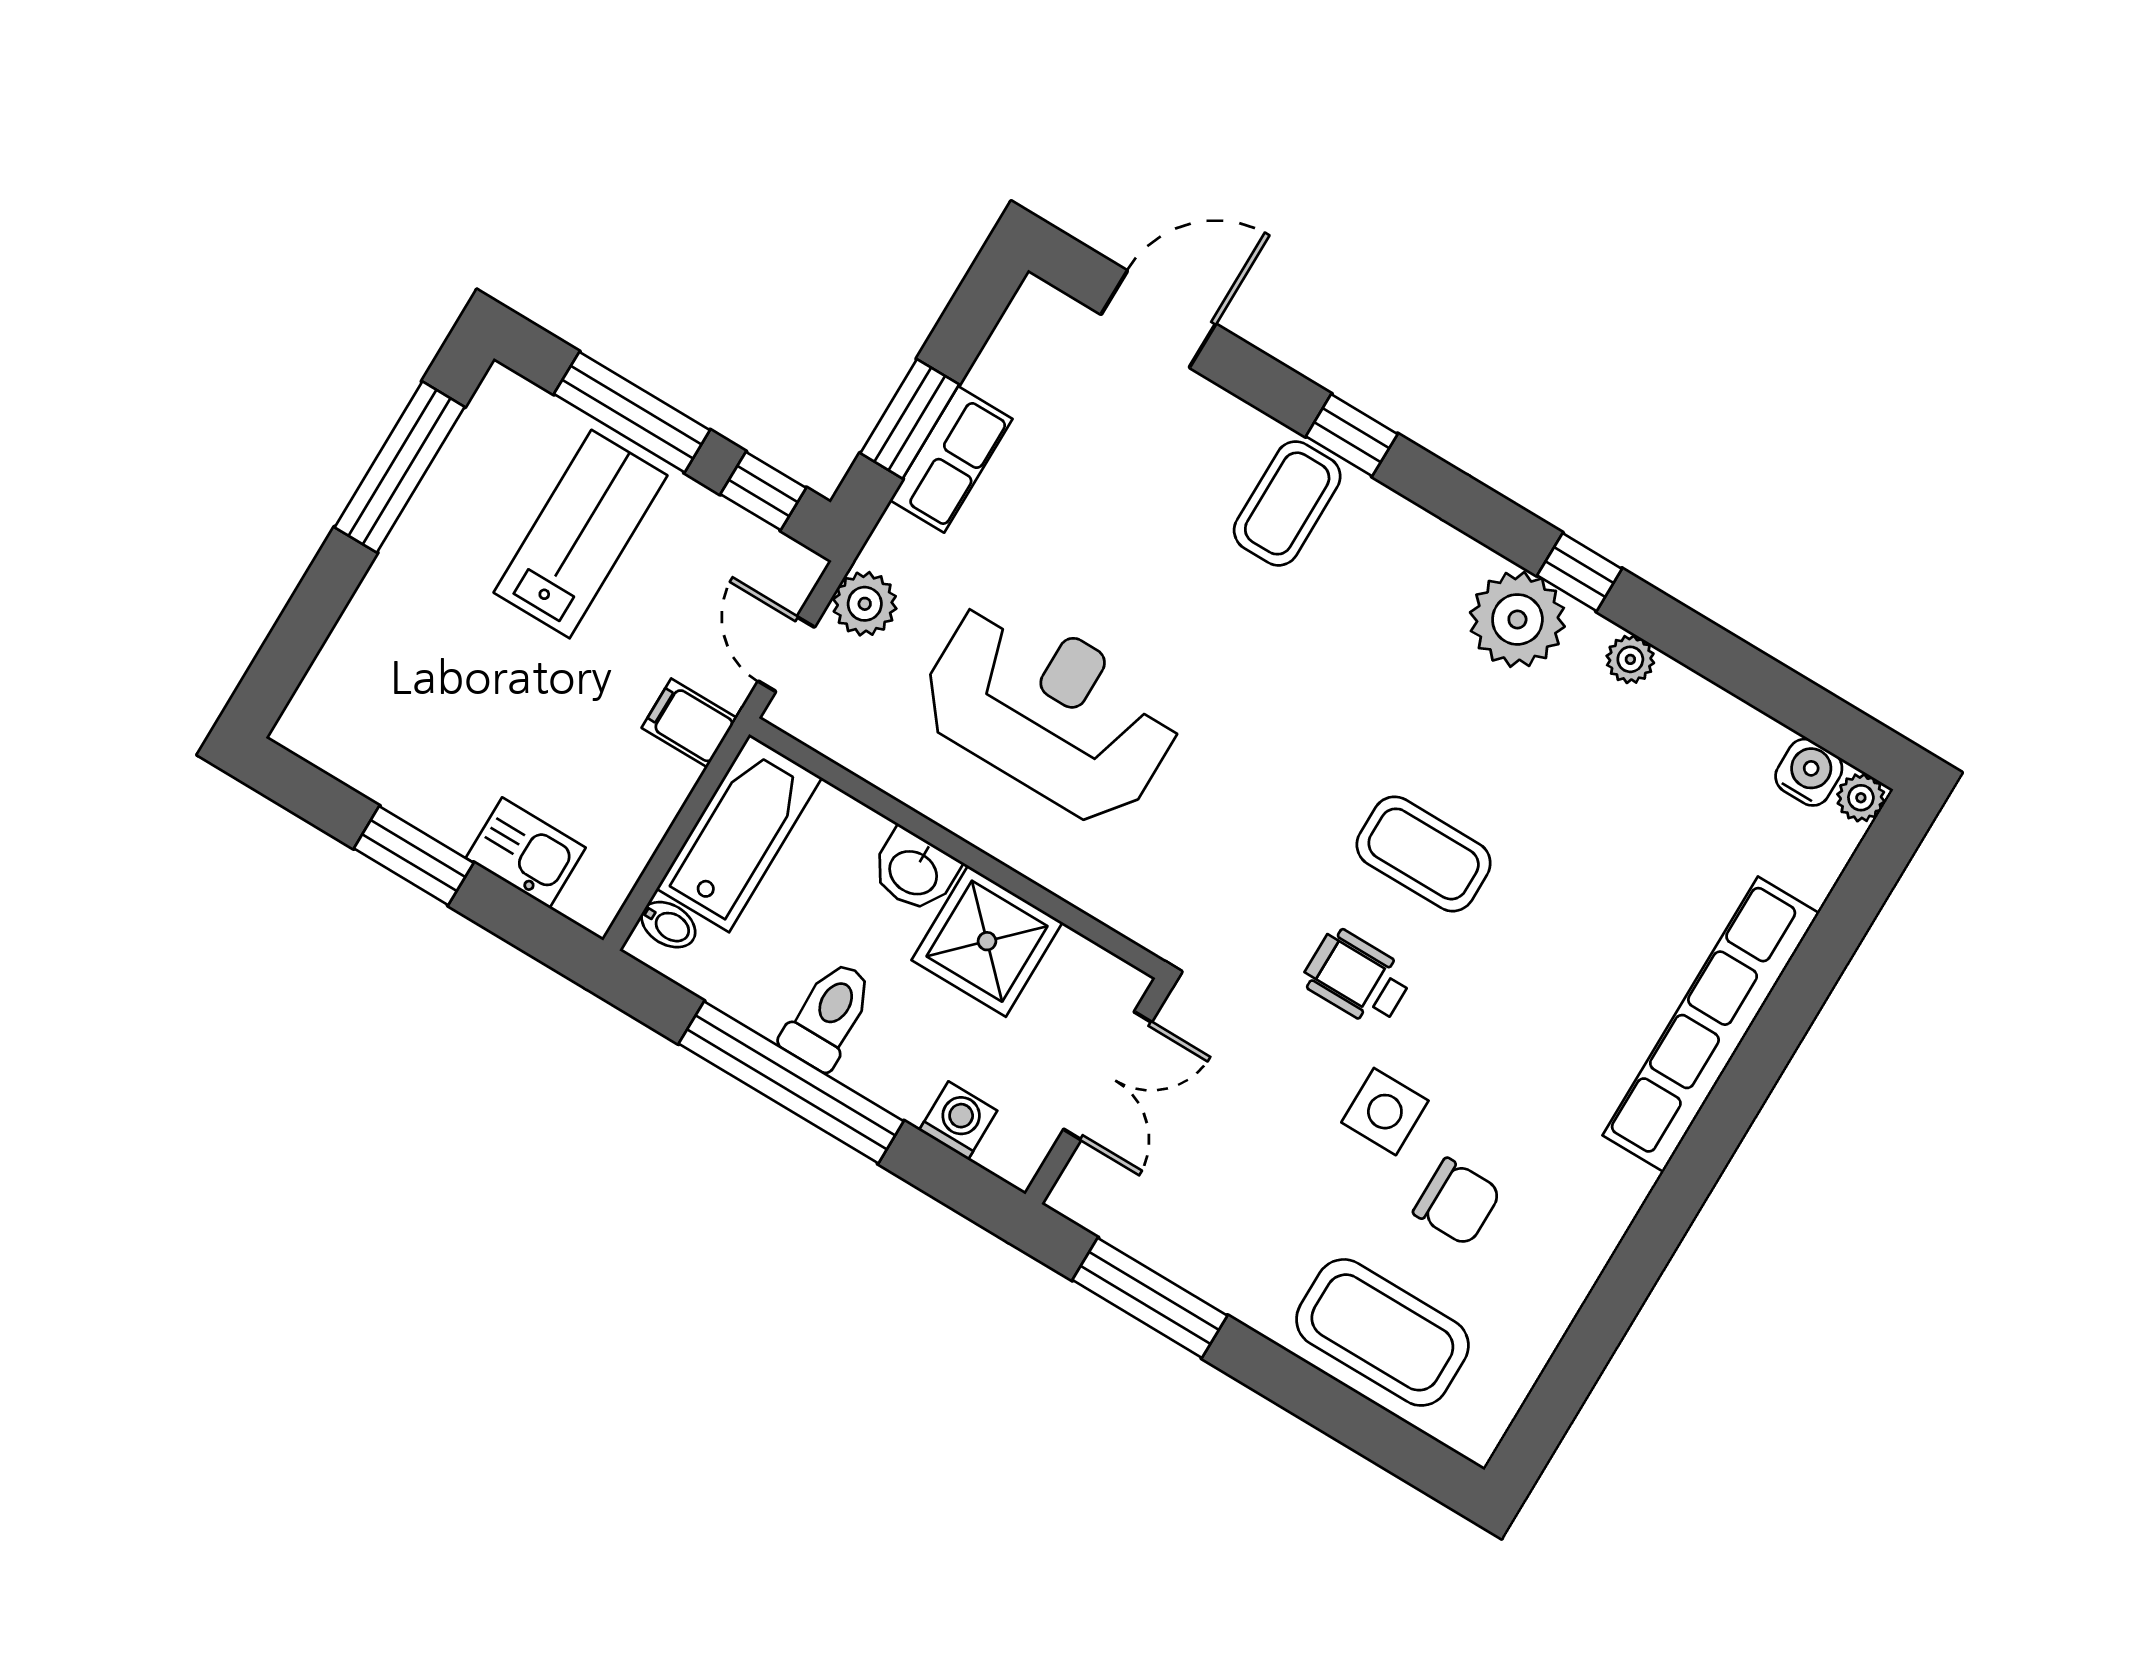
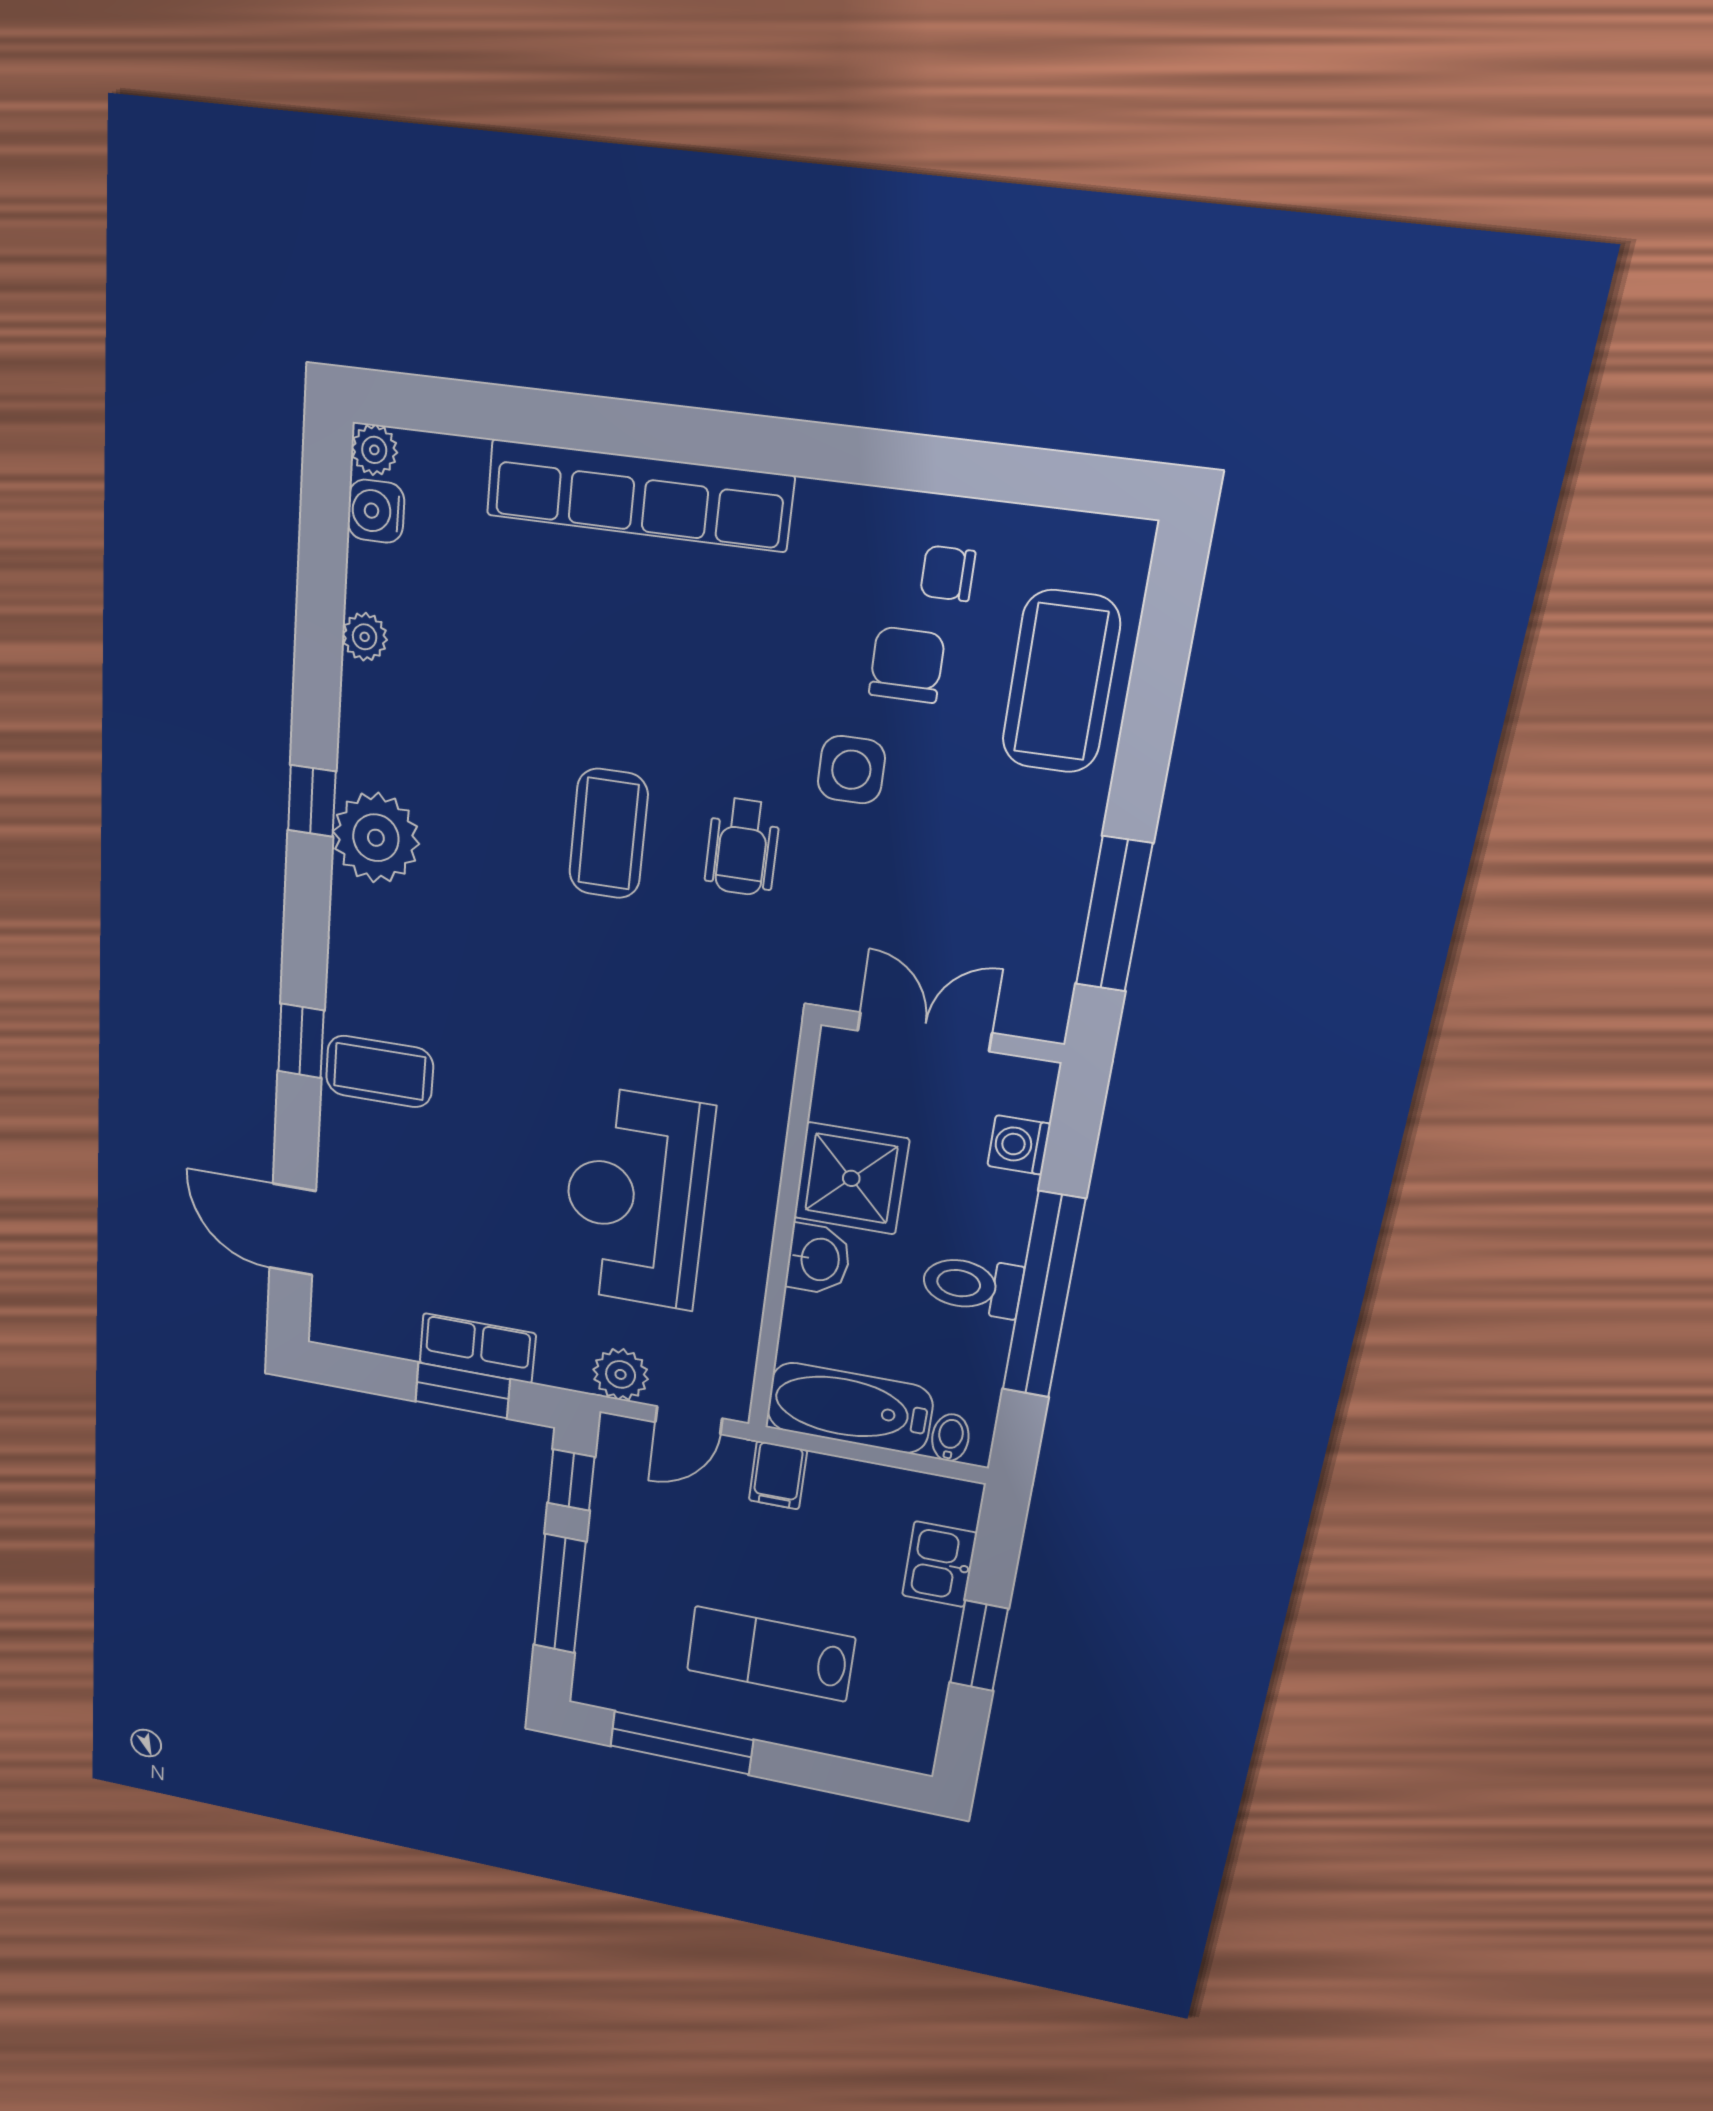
lab bench: (581, 534) -> (771, 1654), moved
plant: (1630, 659) -> (365, 637), moved
chair: (1521, 1271) -> (948, 573), added

